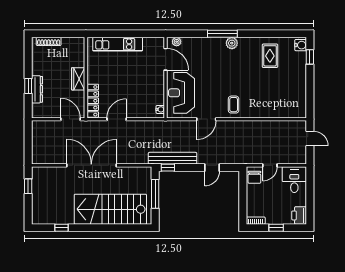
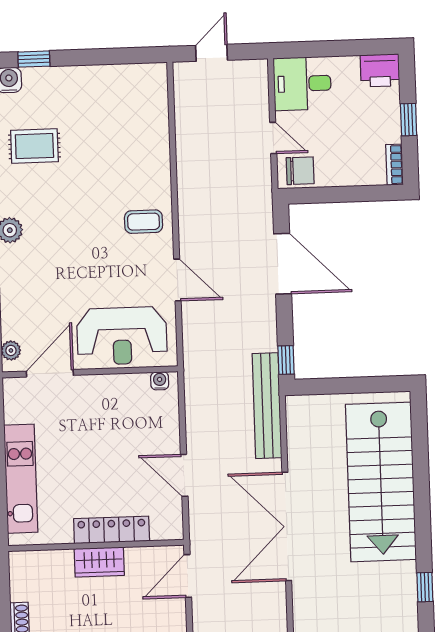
locker: (93, 101) -> (112, 530), moved
bench: (173, 158) -> (267, 406), moved
door: (212, 168) -> (283, 264), width x1.87
window: (155, 194) -> (344, 386), removed

